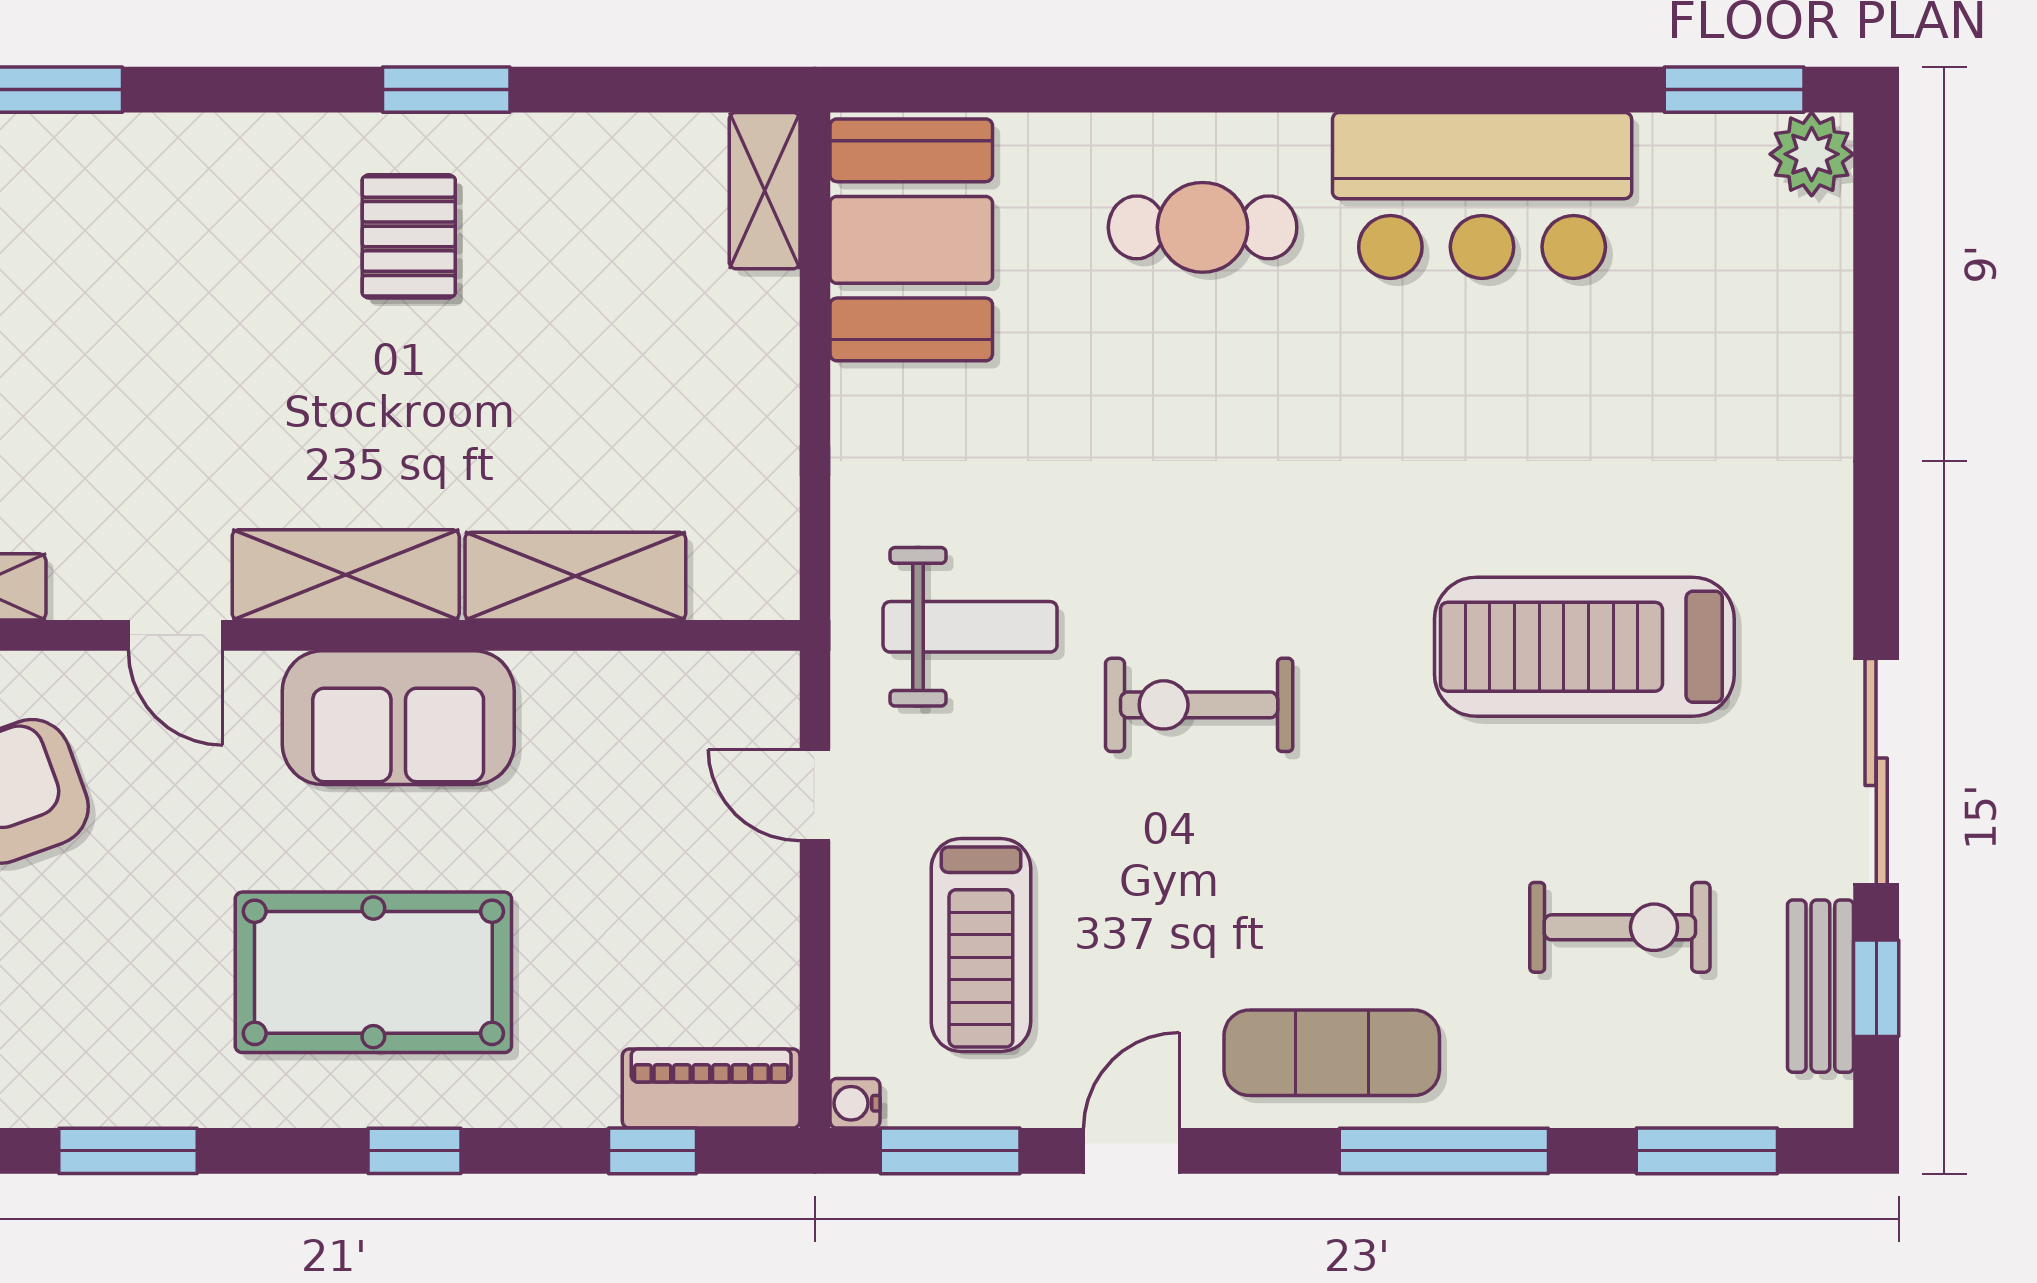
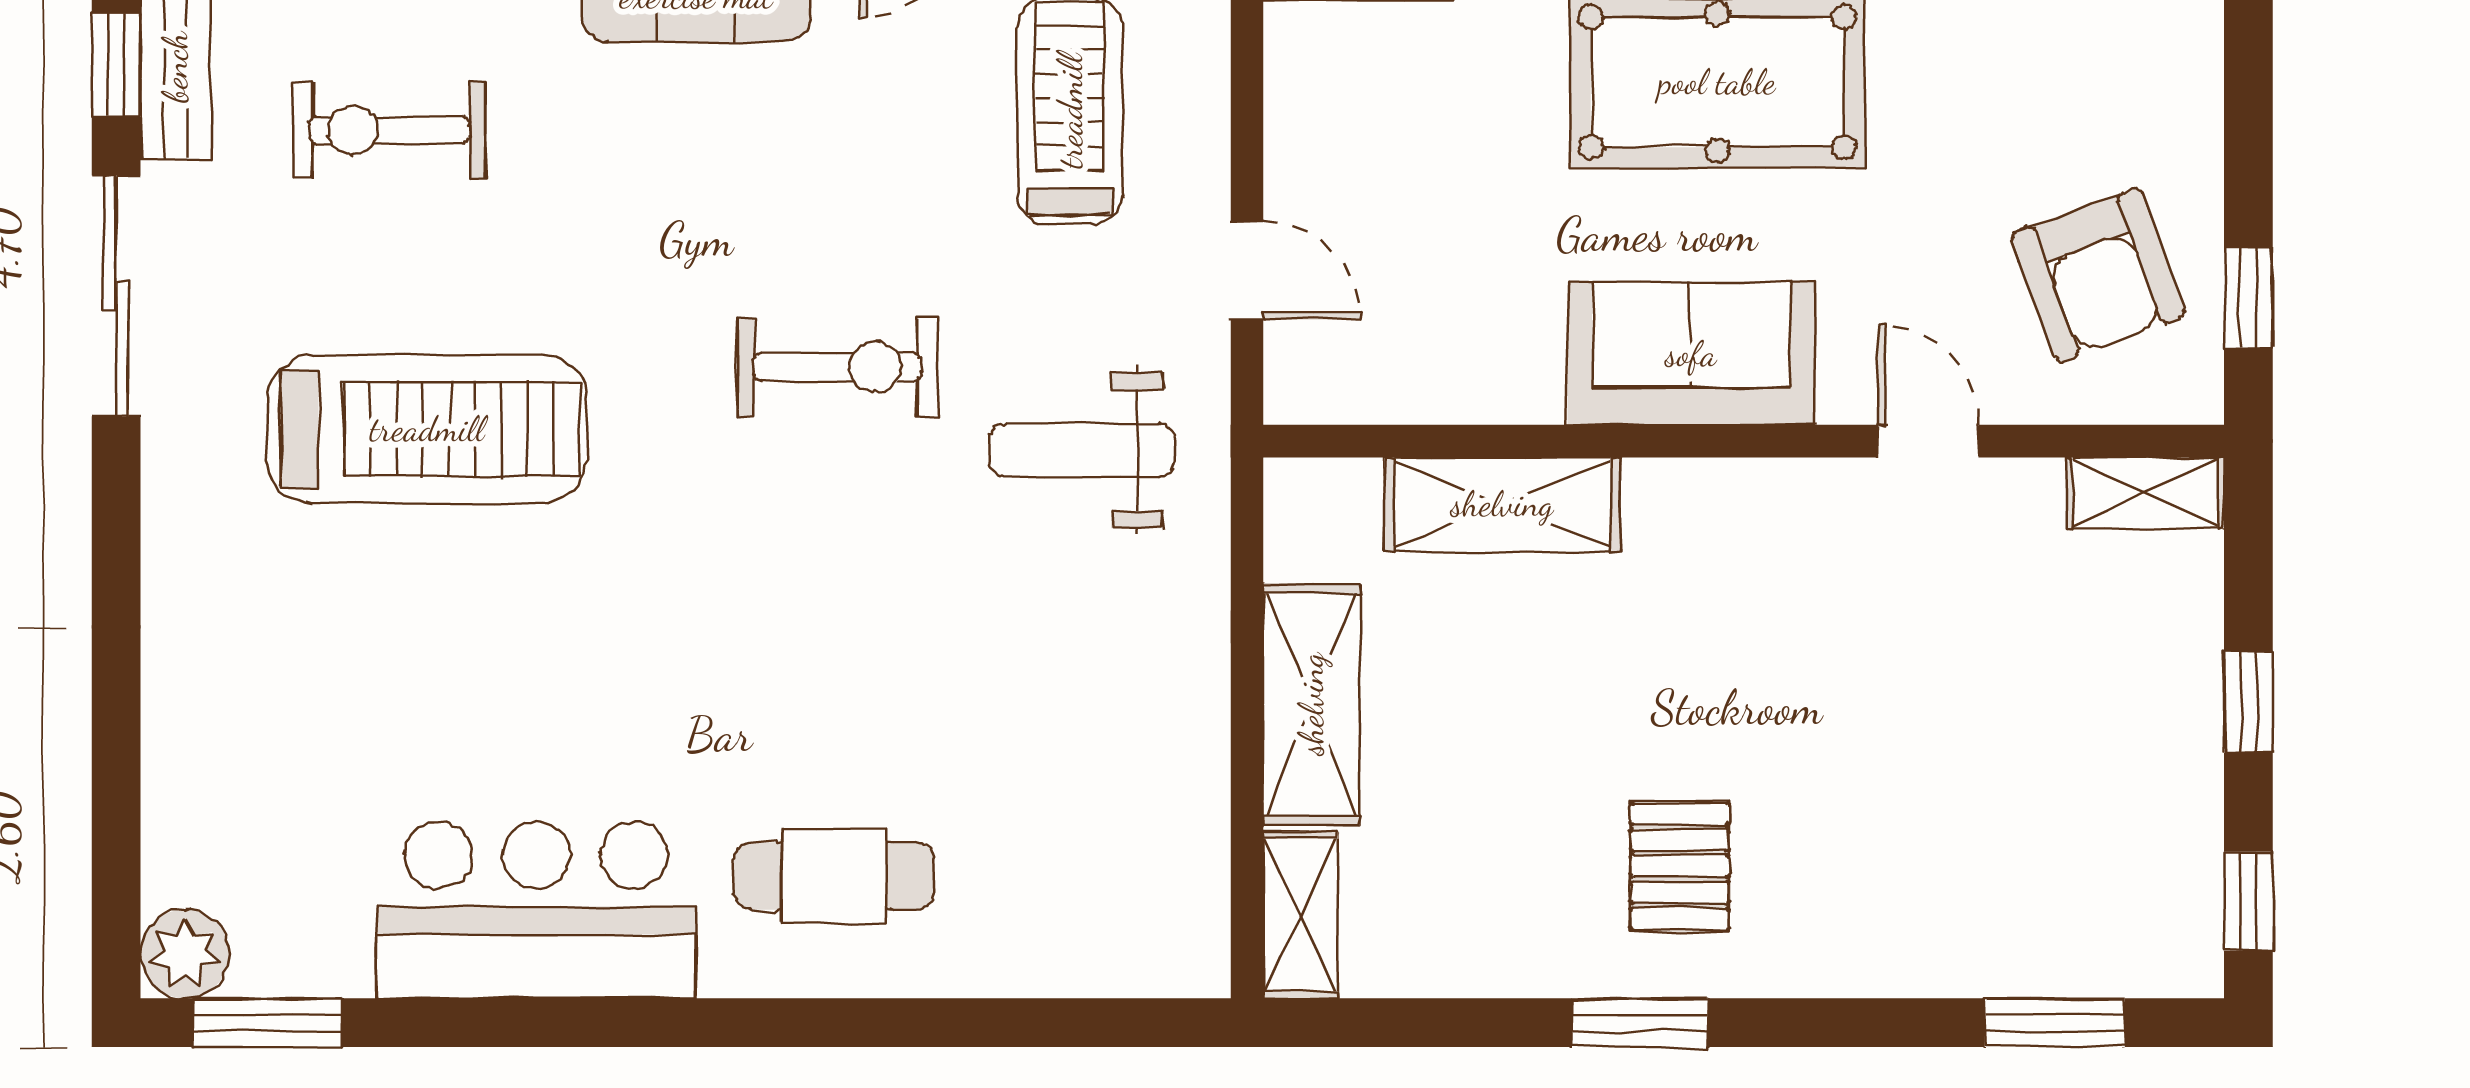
booth: (911, 240) -> (1144, 863), removed
shelving: (346, 575) -> (1311, 704), moved, turned 90

